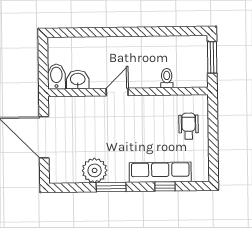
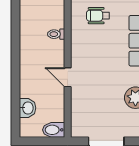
washbasin: (78, 80) -> (27, 108), moved, turned 180

